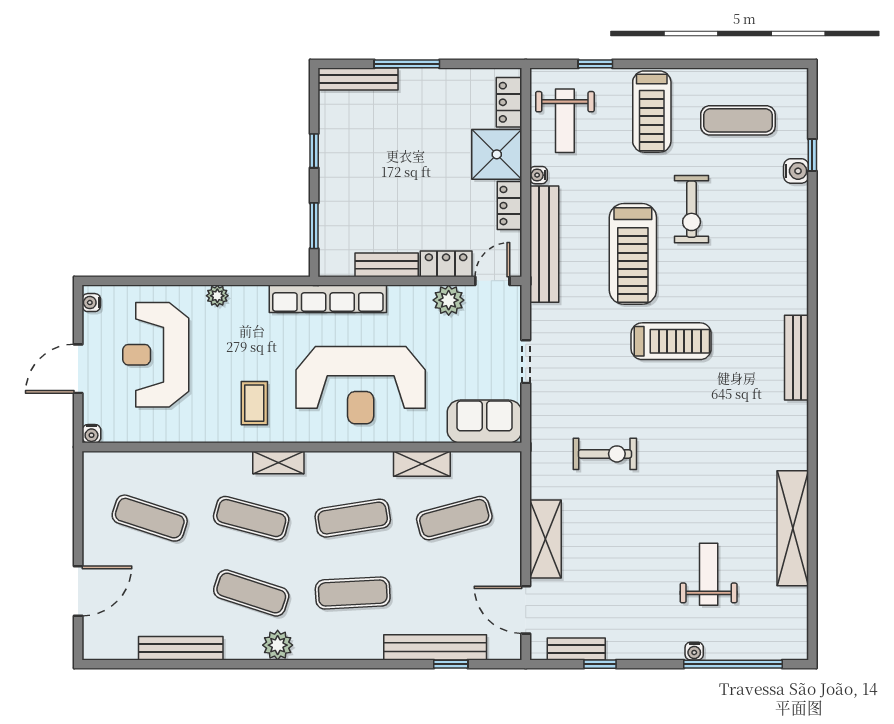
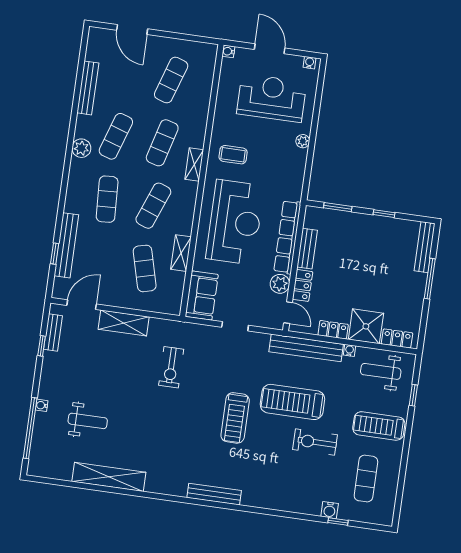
row of seats: (328, 299) -> (287, 237), moved
reception desk: (361, 385) -> (235, 222), turned 180
exercise mat: (353, 518) -> (153, 206), turned 30

